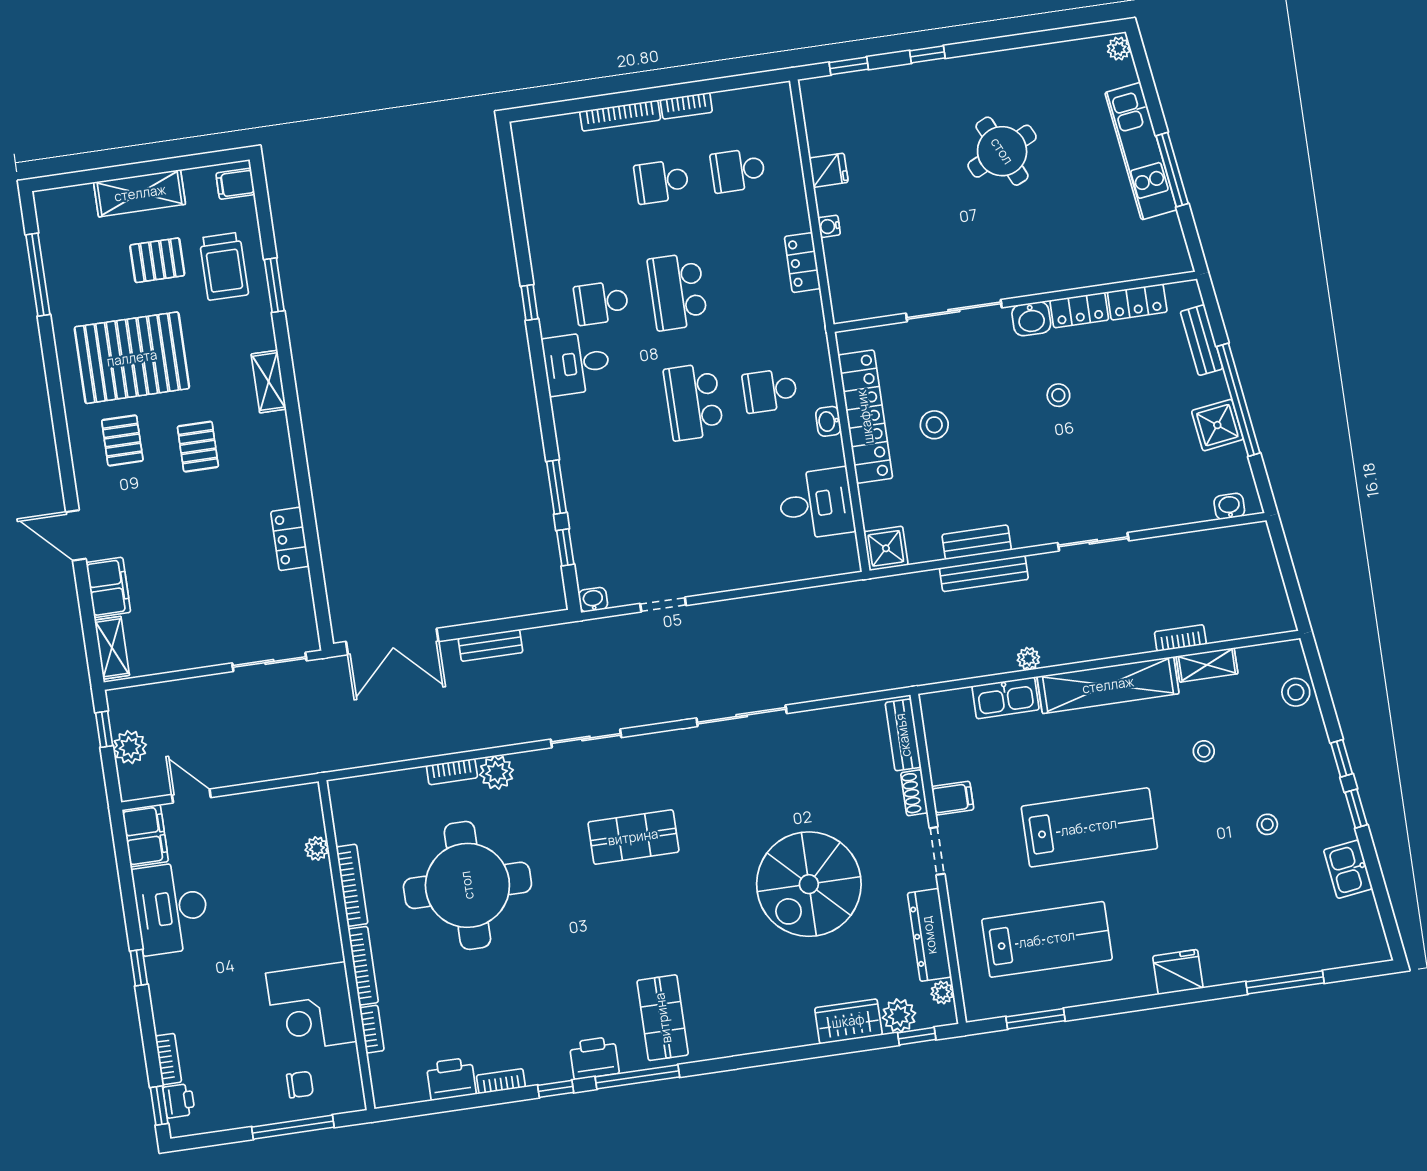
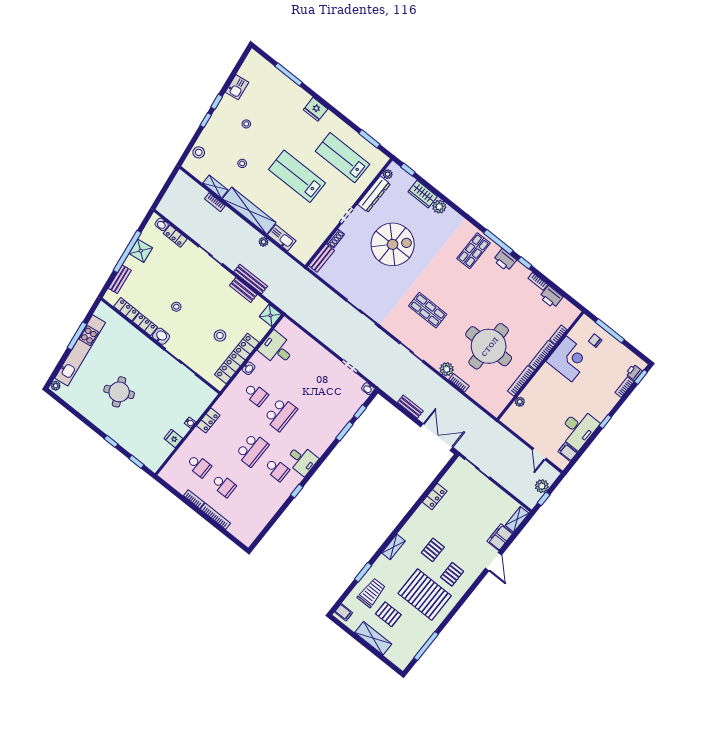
kitchen unit: (1141, 151) -> (80, 350), width x1.36
locker: (1186, 511) -> (175, 236), added
filing cabinet: (953, 798) -> (327, 225), removed
filing cabinet: (145, 836) -> (568, 452), width x0.50
plant: (899, 1016) -> (439, 207), moved

